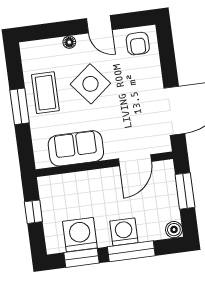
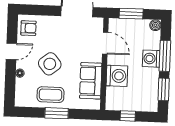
washing machine: (80, 235) -> (117, 76), moved, turned 180

